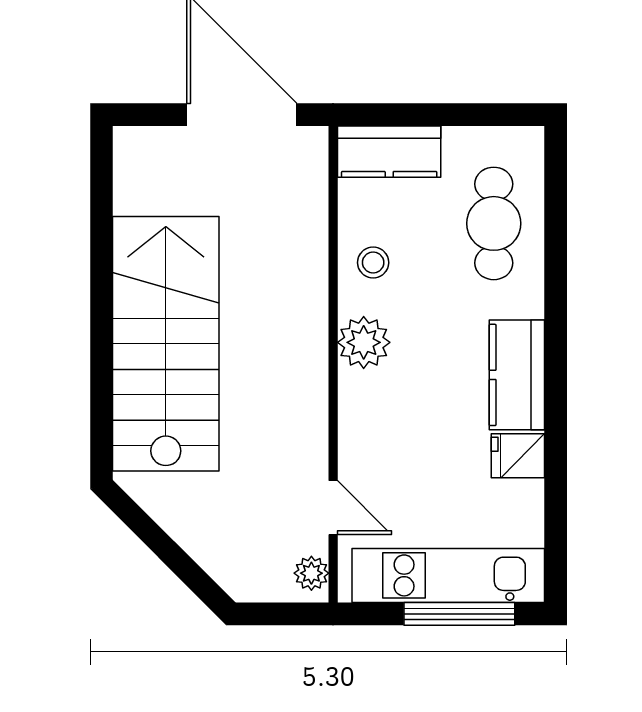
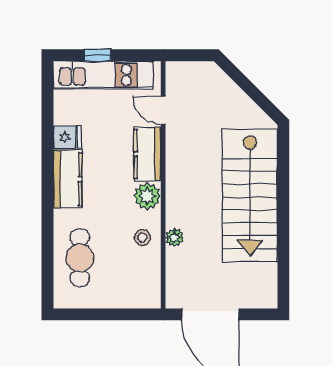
kitchen counter: (389, 152) -> (147, 154), moved, turned -90
plant: (311, 573) -> (174, 238), moved
window: (459, 614) -> (98, 55), width x0.46

